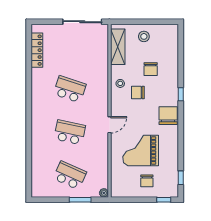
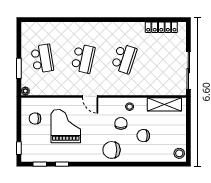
stool: (144, 36) -> (179, 153), moved
window: (181, 94) -> (62, 164), moved
chair: (168, 116) -> (112, 150), moved, turned 180
school desk: (70, 175) -> (42, 59), turned -33
chair: (147, 181) -> (35, 119), moved

